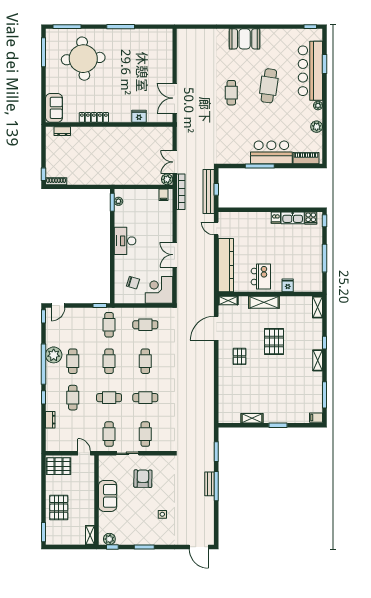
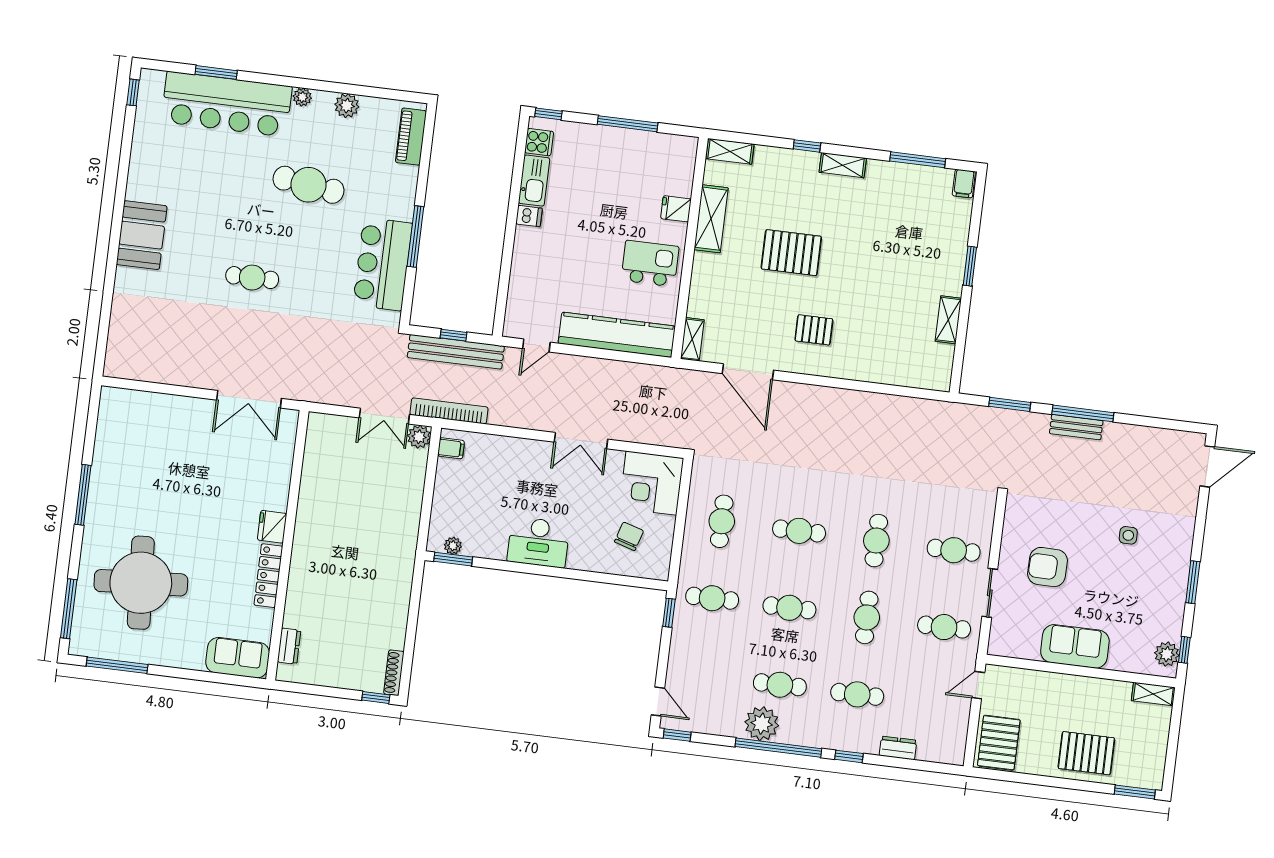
cafe table: (269, 86) -> (309, 185), moved
fridge: (139, 116) -> (272, 527), moved
bar counter: (271, 152) -> (383, 264), moved
shelving: (264, 302) -> (711, 219), moved

